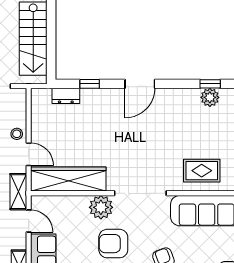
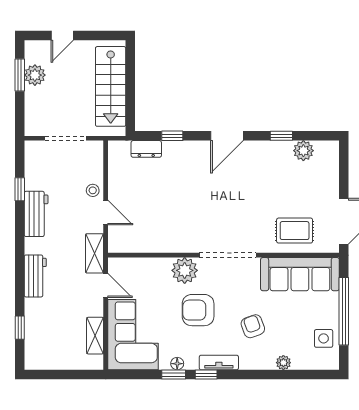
window: (210, 84) -> (281, 136), moved
wardrobe: (68, 179) -> (149, 240), removed

